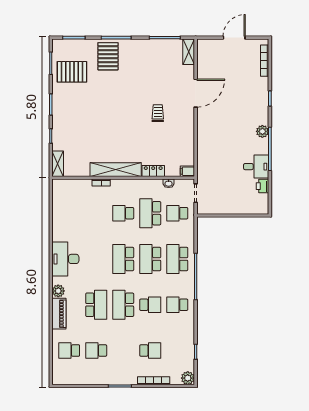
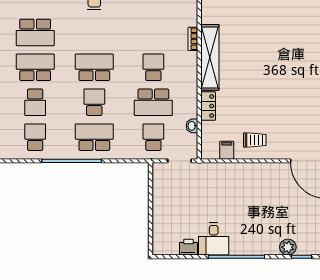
trolley: (158, 113) -> (255, 140), moved
plant: (262, 131) -> (288, 247), moved
filing cabinet: (187, 171) -> (227, 150), moved
school desk: (150, 213) -> (153, 102), turned 180
school desk: (150, 259) -> (94, 102), width x0.54

